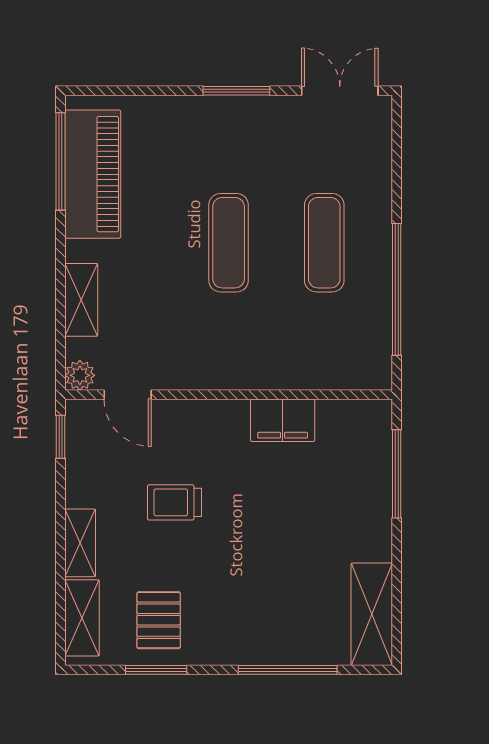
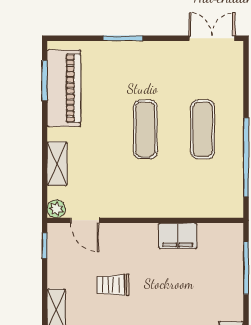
window: (236, 91) -> (123, 38), moved
window: (61, 161) -> (45, 81), width x0.69

